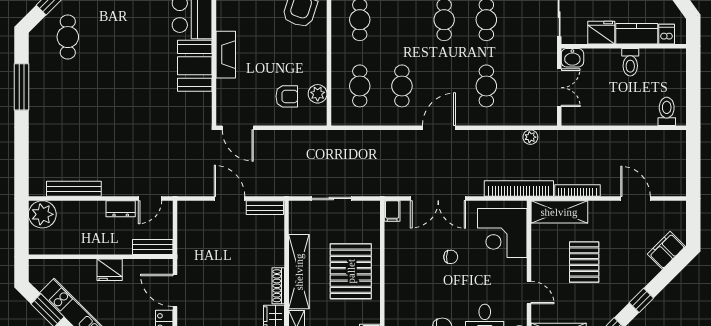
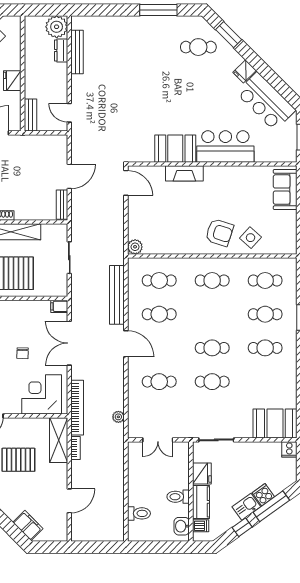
washbasin: (572, 58) -> (182, 526), moved
plant: (318, 94) -> (135, 247), moved
armchair: (287, 96) -> (151, 222), removed
toilet: (667, 111) -> (139, 513), moved
door: (238, 128) -> (126, 183), swing flipped
bench: (378, 139) -> (117, 295), added
bookcase: (577, 191) -> (76, 448), width x0.64
dresser: (121, 209) -> (61, 50), moved

